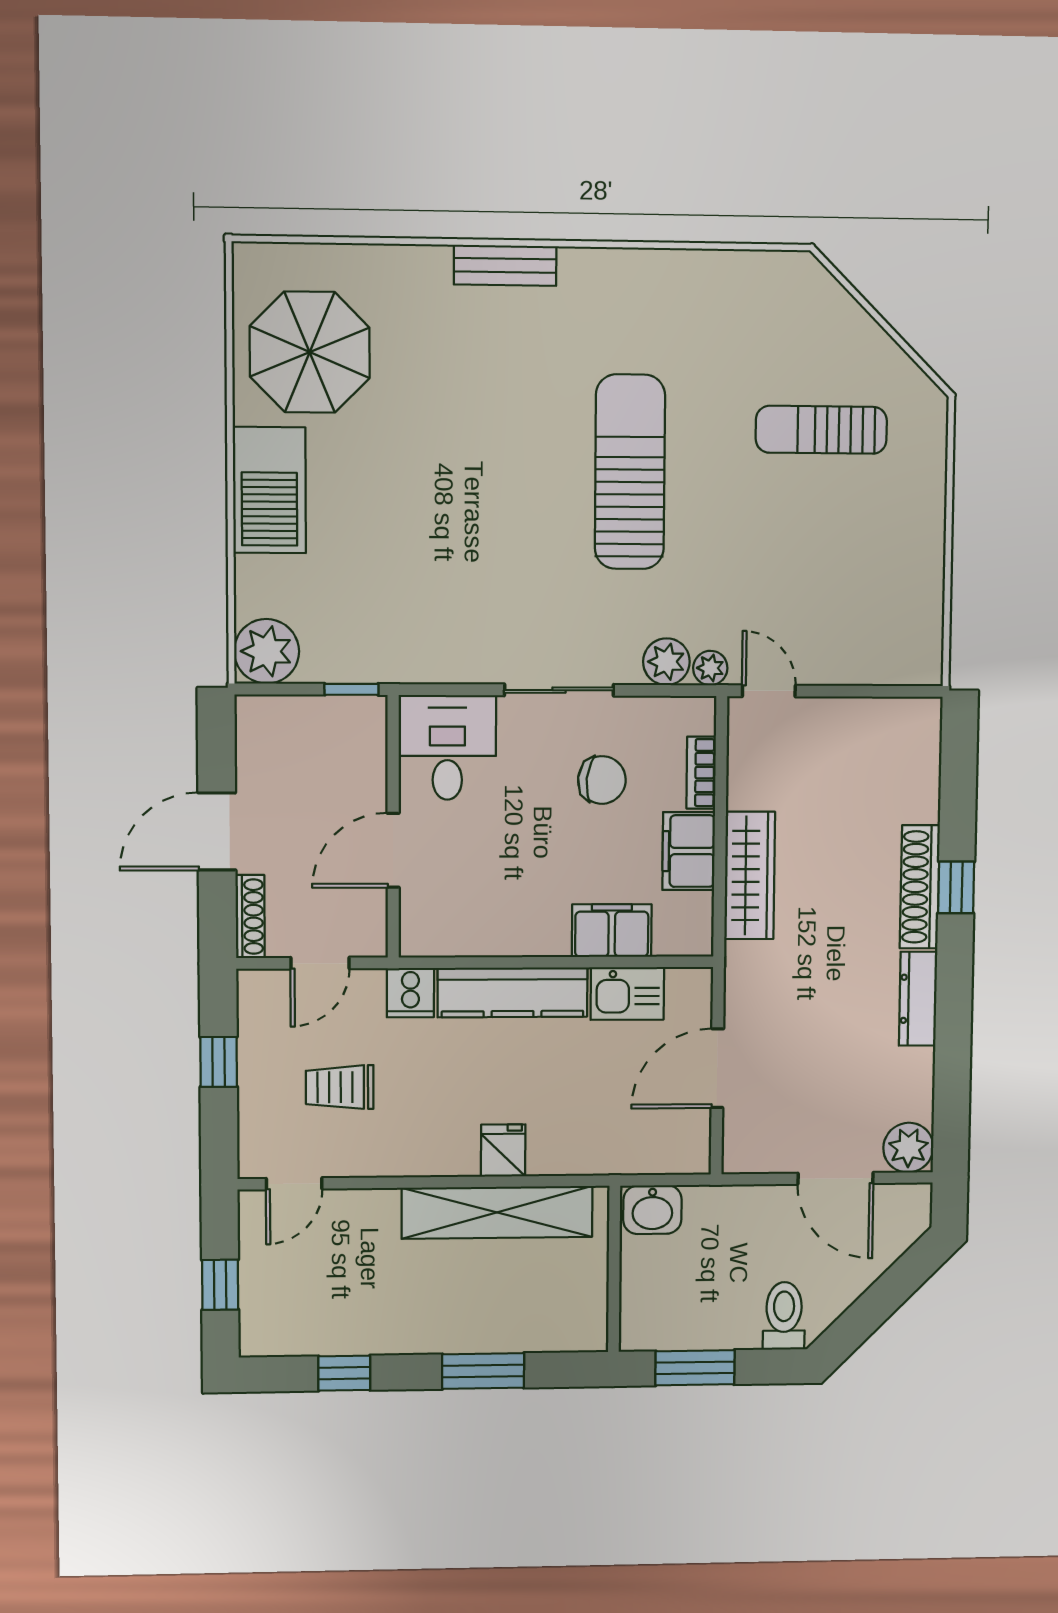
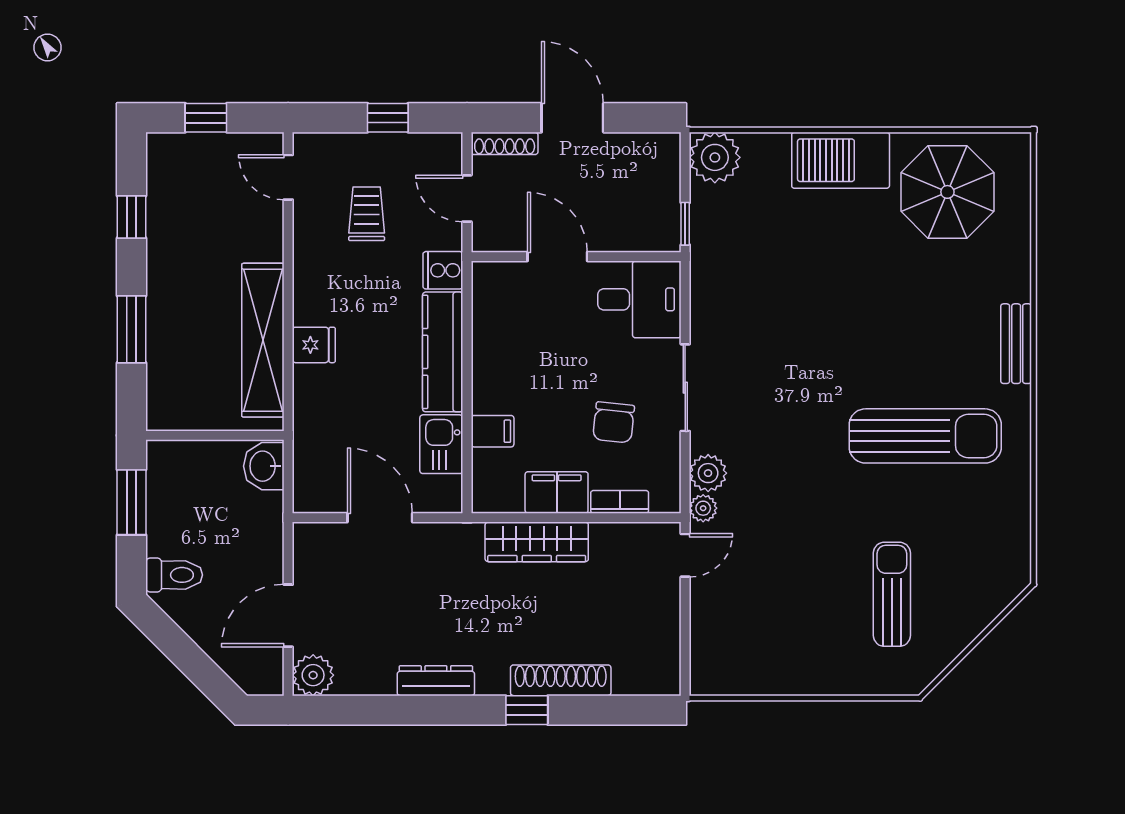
sun lounger: (630, 472) -> (925, 436), moved
shoe rack: (920, 887) -> (561, 680), moved
filing cabinet: (612, 930) -> (493, 431), width x0.50

